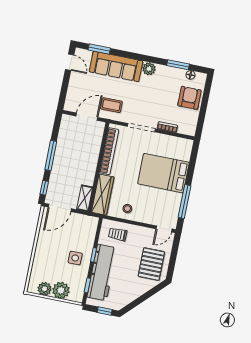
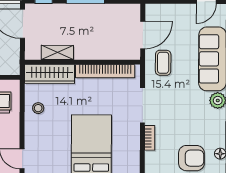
door: (87, 117) -> (143, 35), hinge flipped
shelving: (85, 198) -> (57, 52), moved

